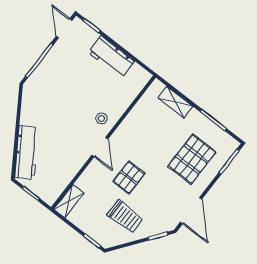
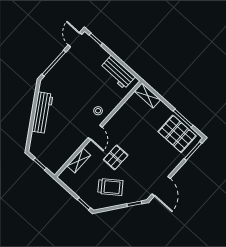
workbench: (111, 57) -> (118, 72), moved
shelving: (175, 102) -> (147, 95), moved
workbench: (27, 153) -> (42, 113), moved
pallet: (192, 159) -> (177, 134), moved, turned 90
shelving: (69, 201) -> (79, 161), moved
trolley: (125, 217) -> (110, 187), turned -37

